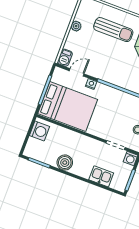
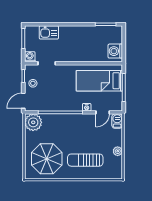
bed: (68, 107) -> (99, 81), width x0.67
boiler: (65, 163) -> (84, 32), removed

